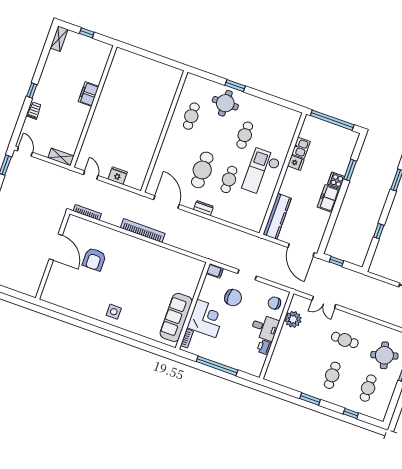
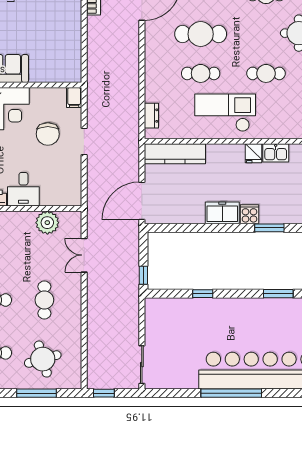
dresser: (203, 208) -> (151, 116), moved
window: (336, 261) -> (143, 275), moved
chair: (274, 303) -> (60, 191), removed

